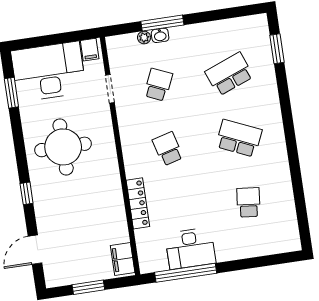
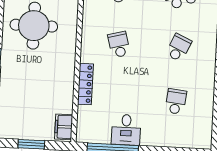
school desk: (239, 138) -> (179, 48), width x0.54
desk: (190, 248) -> (126, 130), width x0.73

